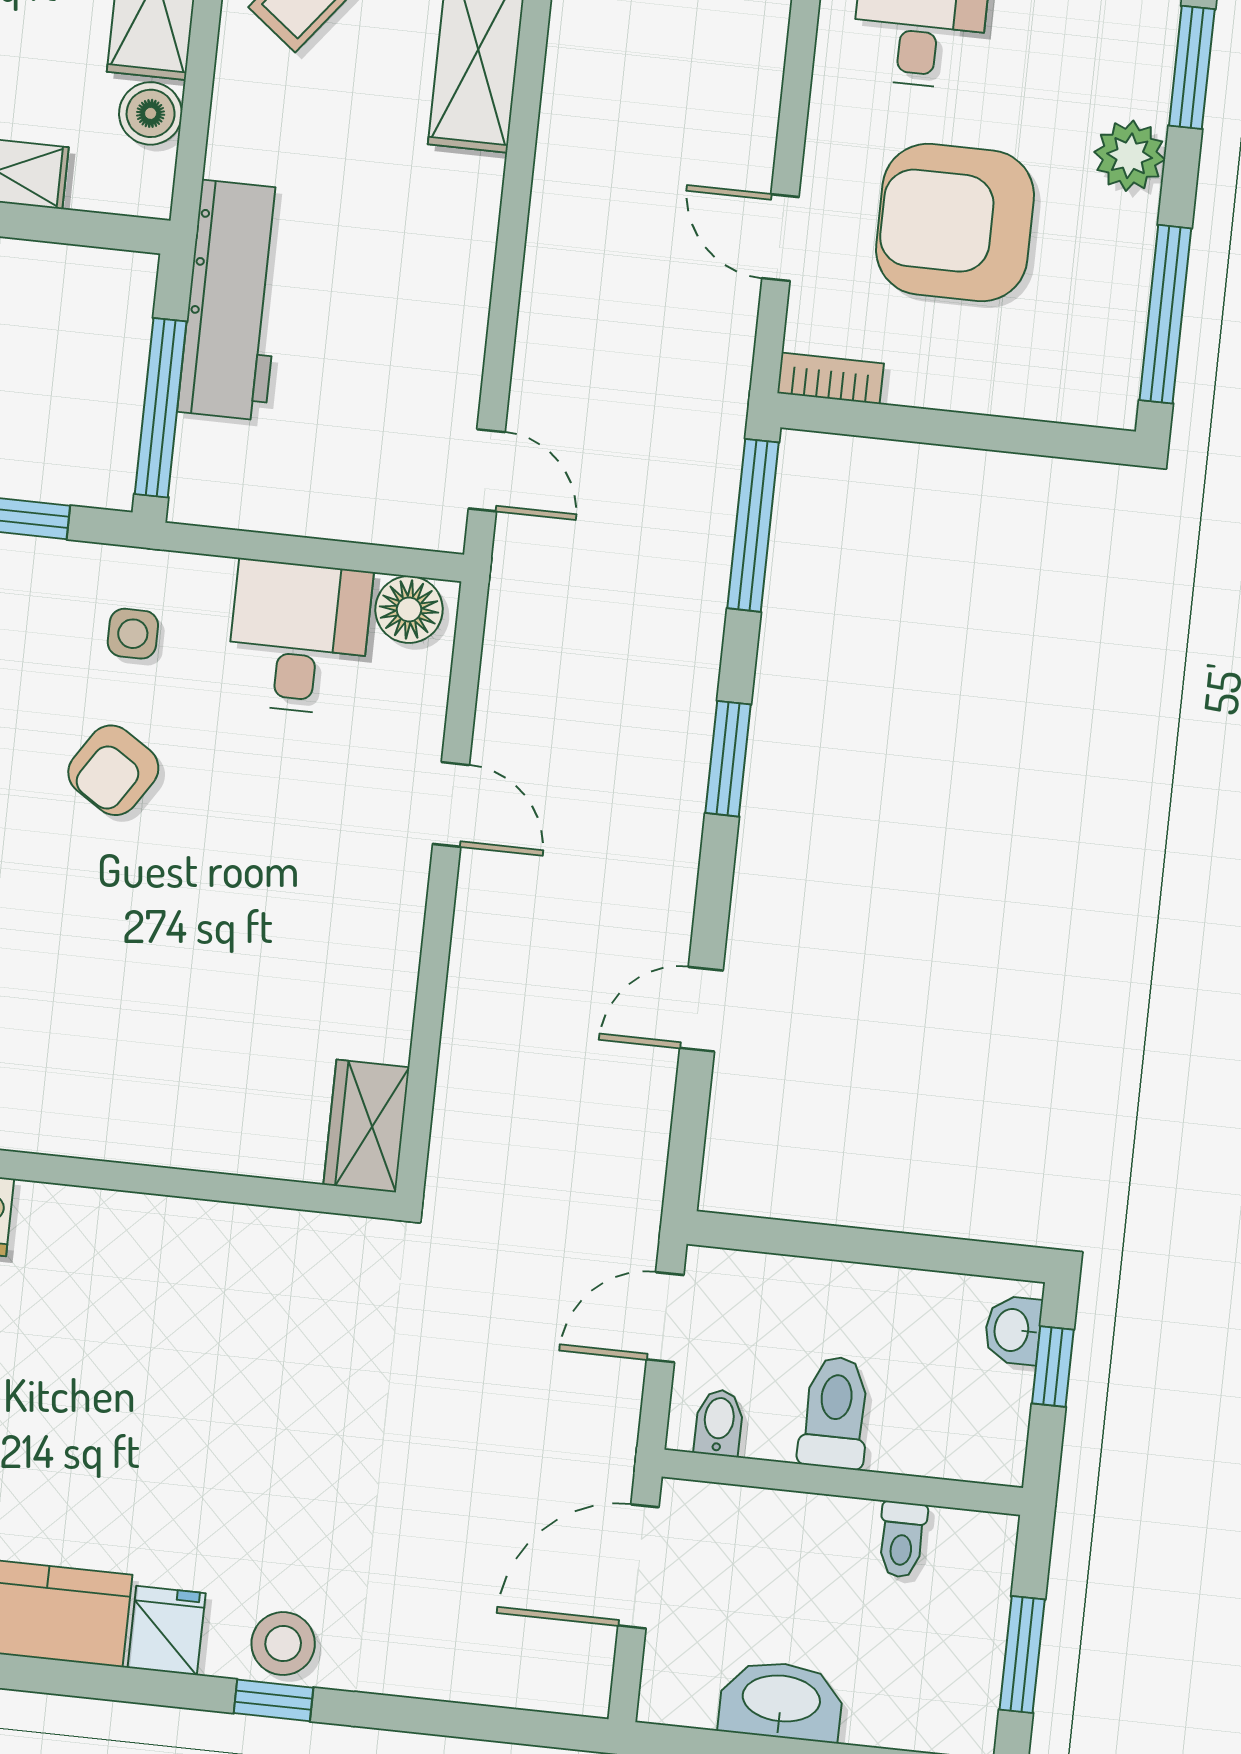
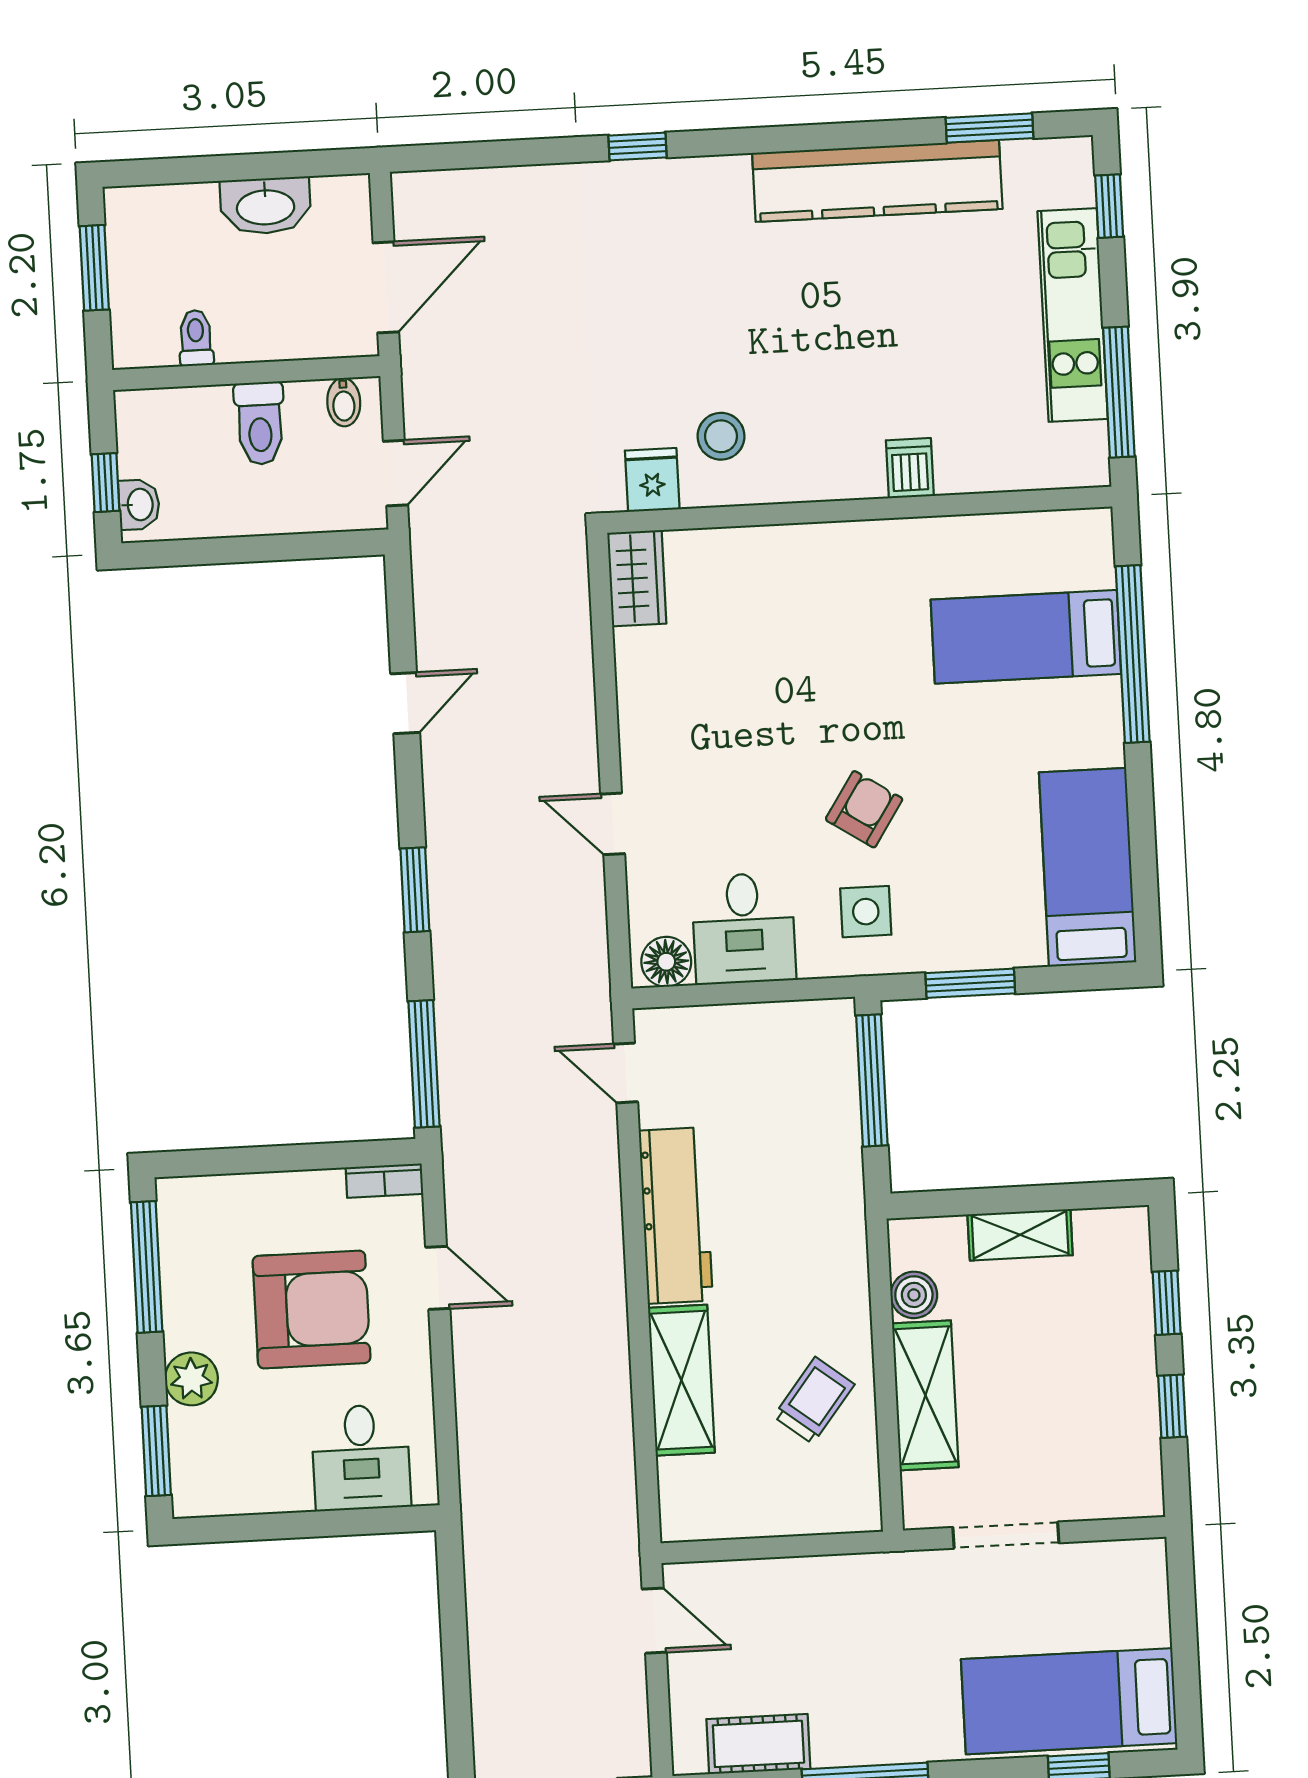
workbench: (233, 300) -> (676, 1216), moved, turned 180
side table: (133, 634) -> (866, 912), width x1.37, depth x1.37
fridge: (167, 1631) -> (652, 480), moved, turned 180
stool: (283, 1644) -> (721, 436), moved

